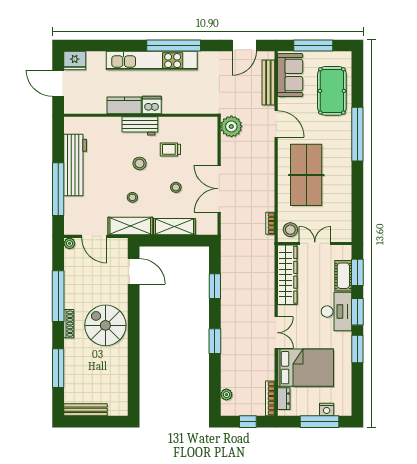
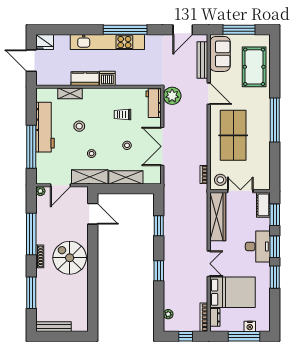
shelving: (106, 123) -> (70, 93), added
workbench: (140, 126) -> (154, 103), moved, turned 90
window: (357, 134) -> (275, 120), moved
stool: (140, 163) -> (79, 126), moved
door: (94, 236) -> (61, 185), hinge flipped
cot: (343, 276) -> (263, 205), moved

